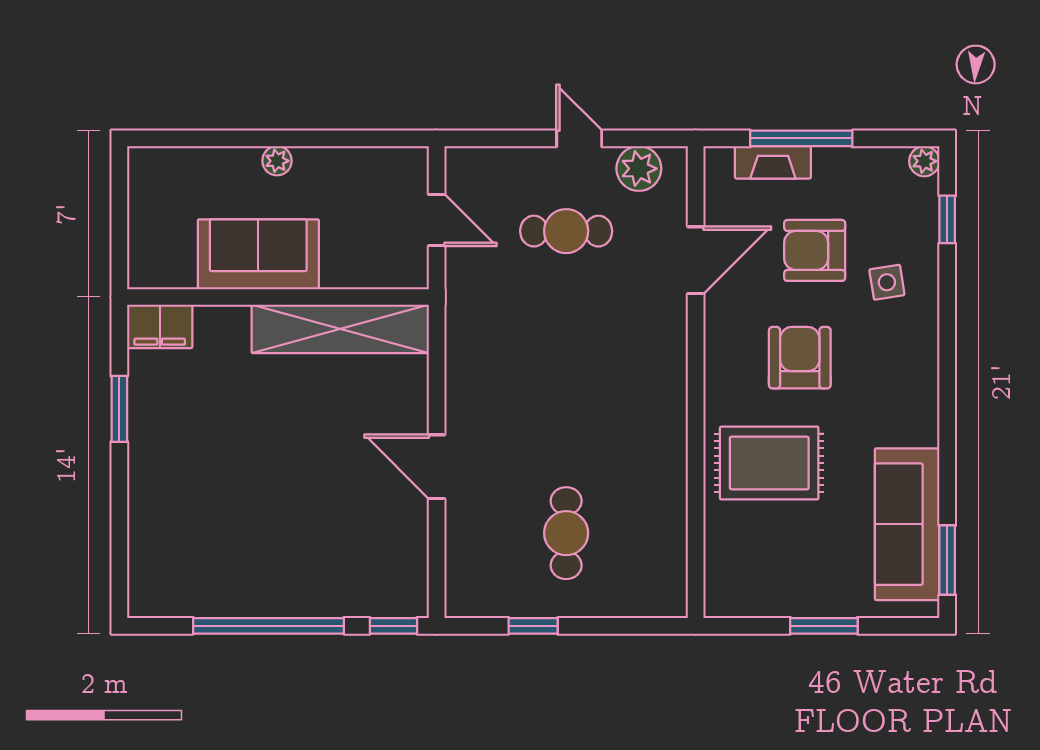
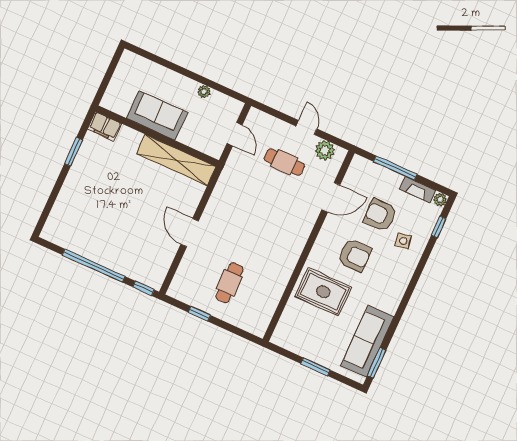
plant: (277, 161) -> (204, 92), moved
fireplace: (773, 162) -> (418, 190), moved
armchair: (800, 358) -> (355, 255), turned 90

